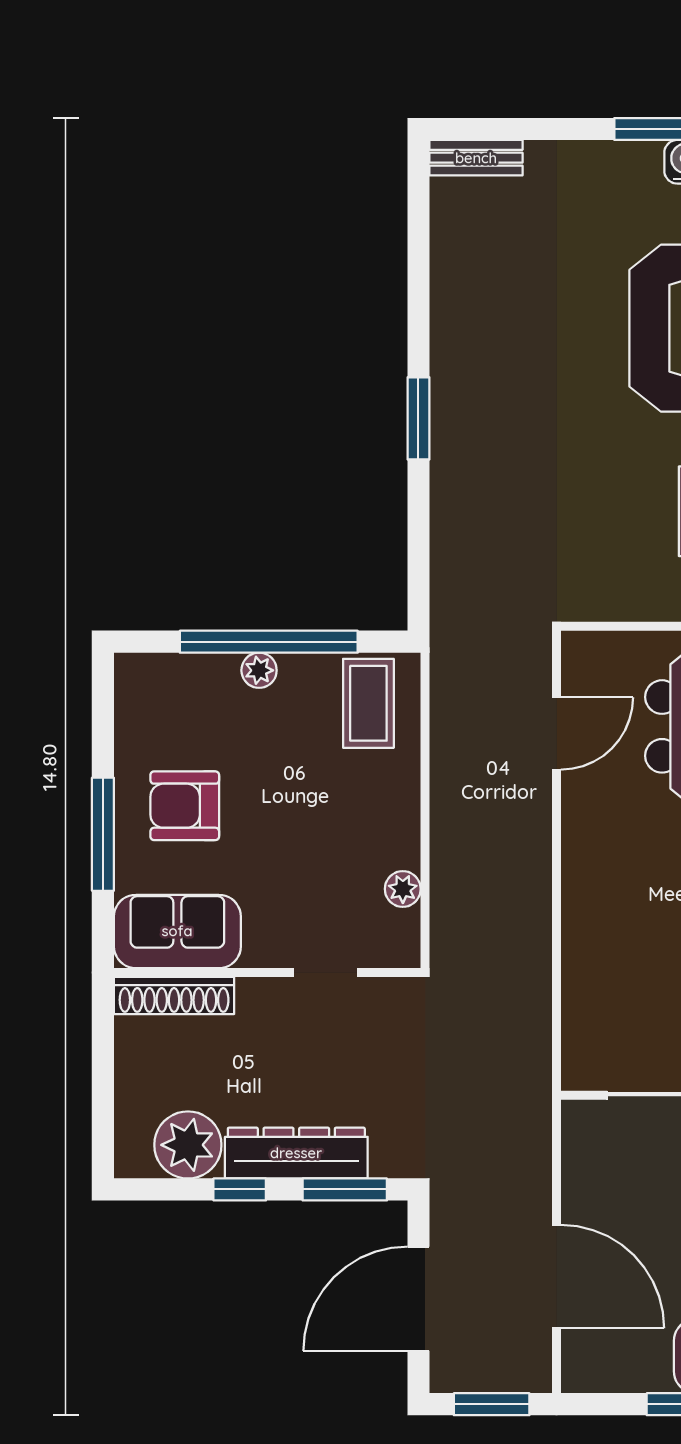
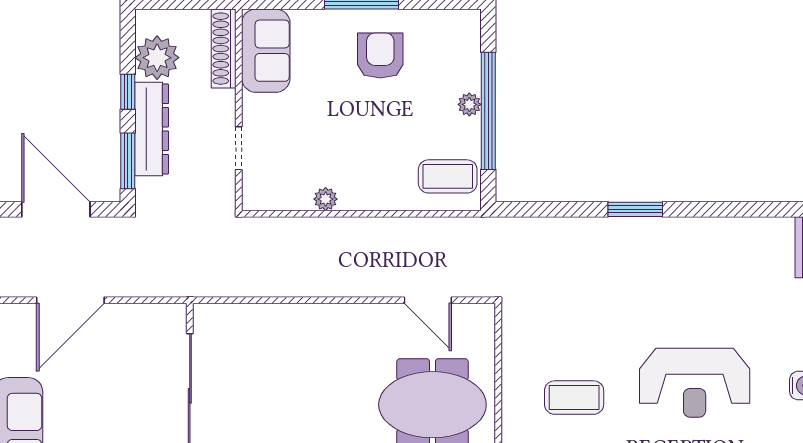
sofa: (177, 931) -> (266, 51), moved
wall: (267, 973) -> (239, 110), moved
doorway: (326, 973) -> (239, 148), moved
shoe rack: (174, 995) -> (224, 49), moved

